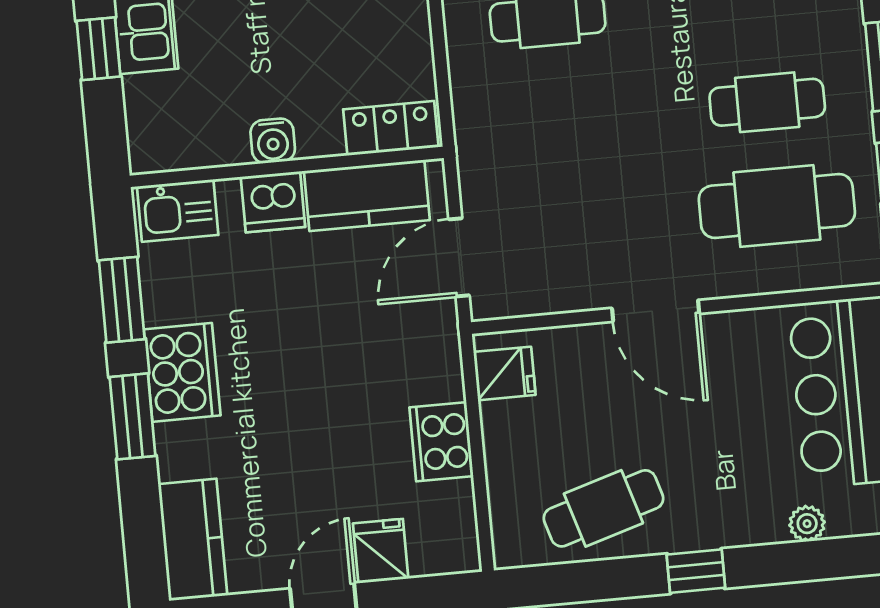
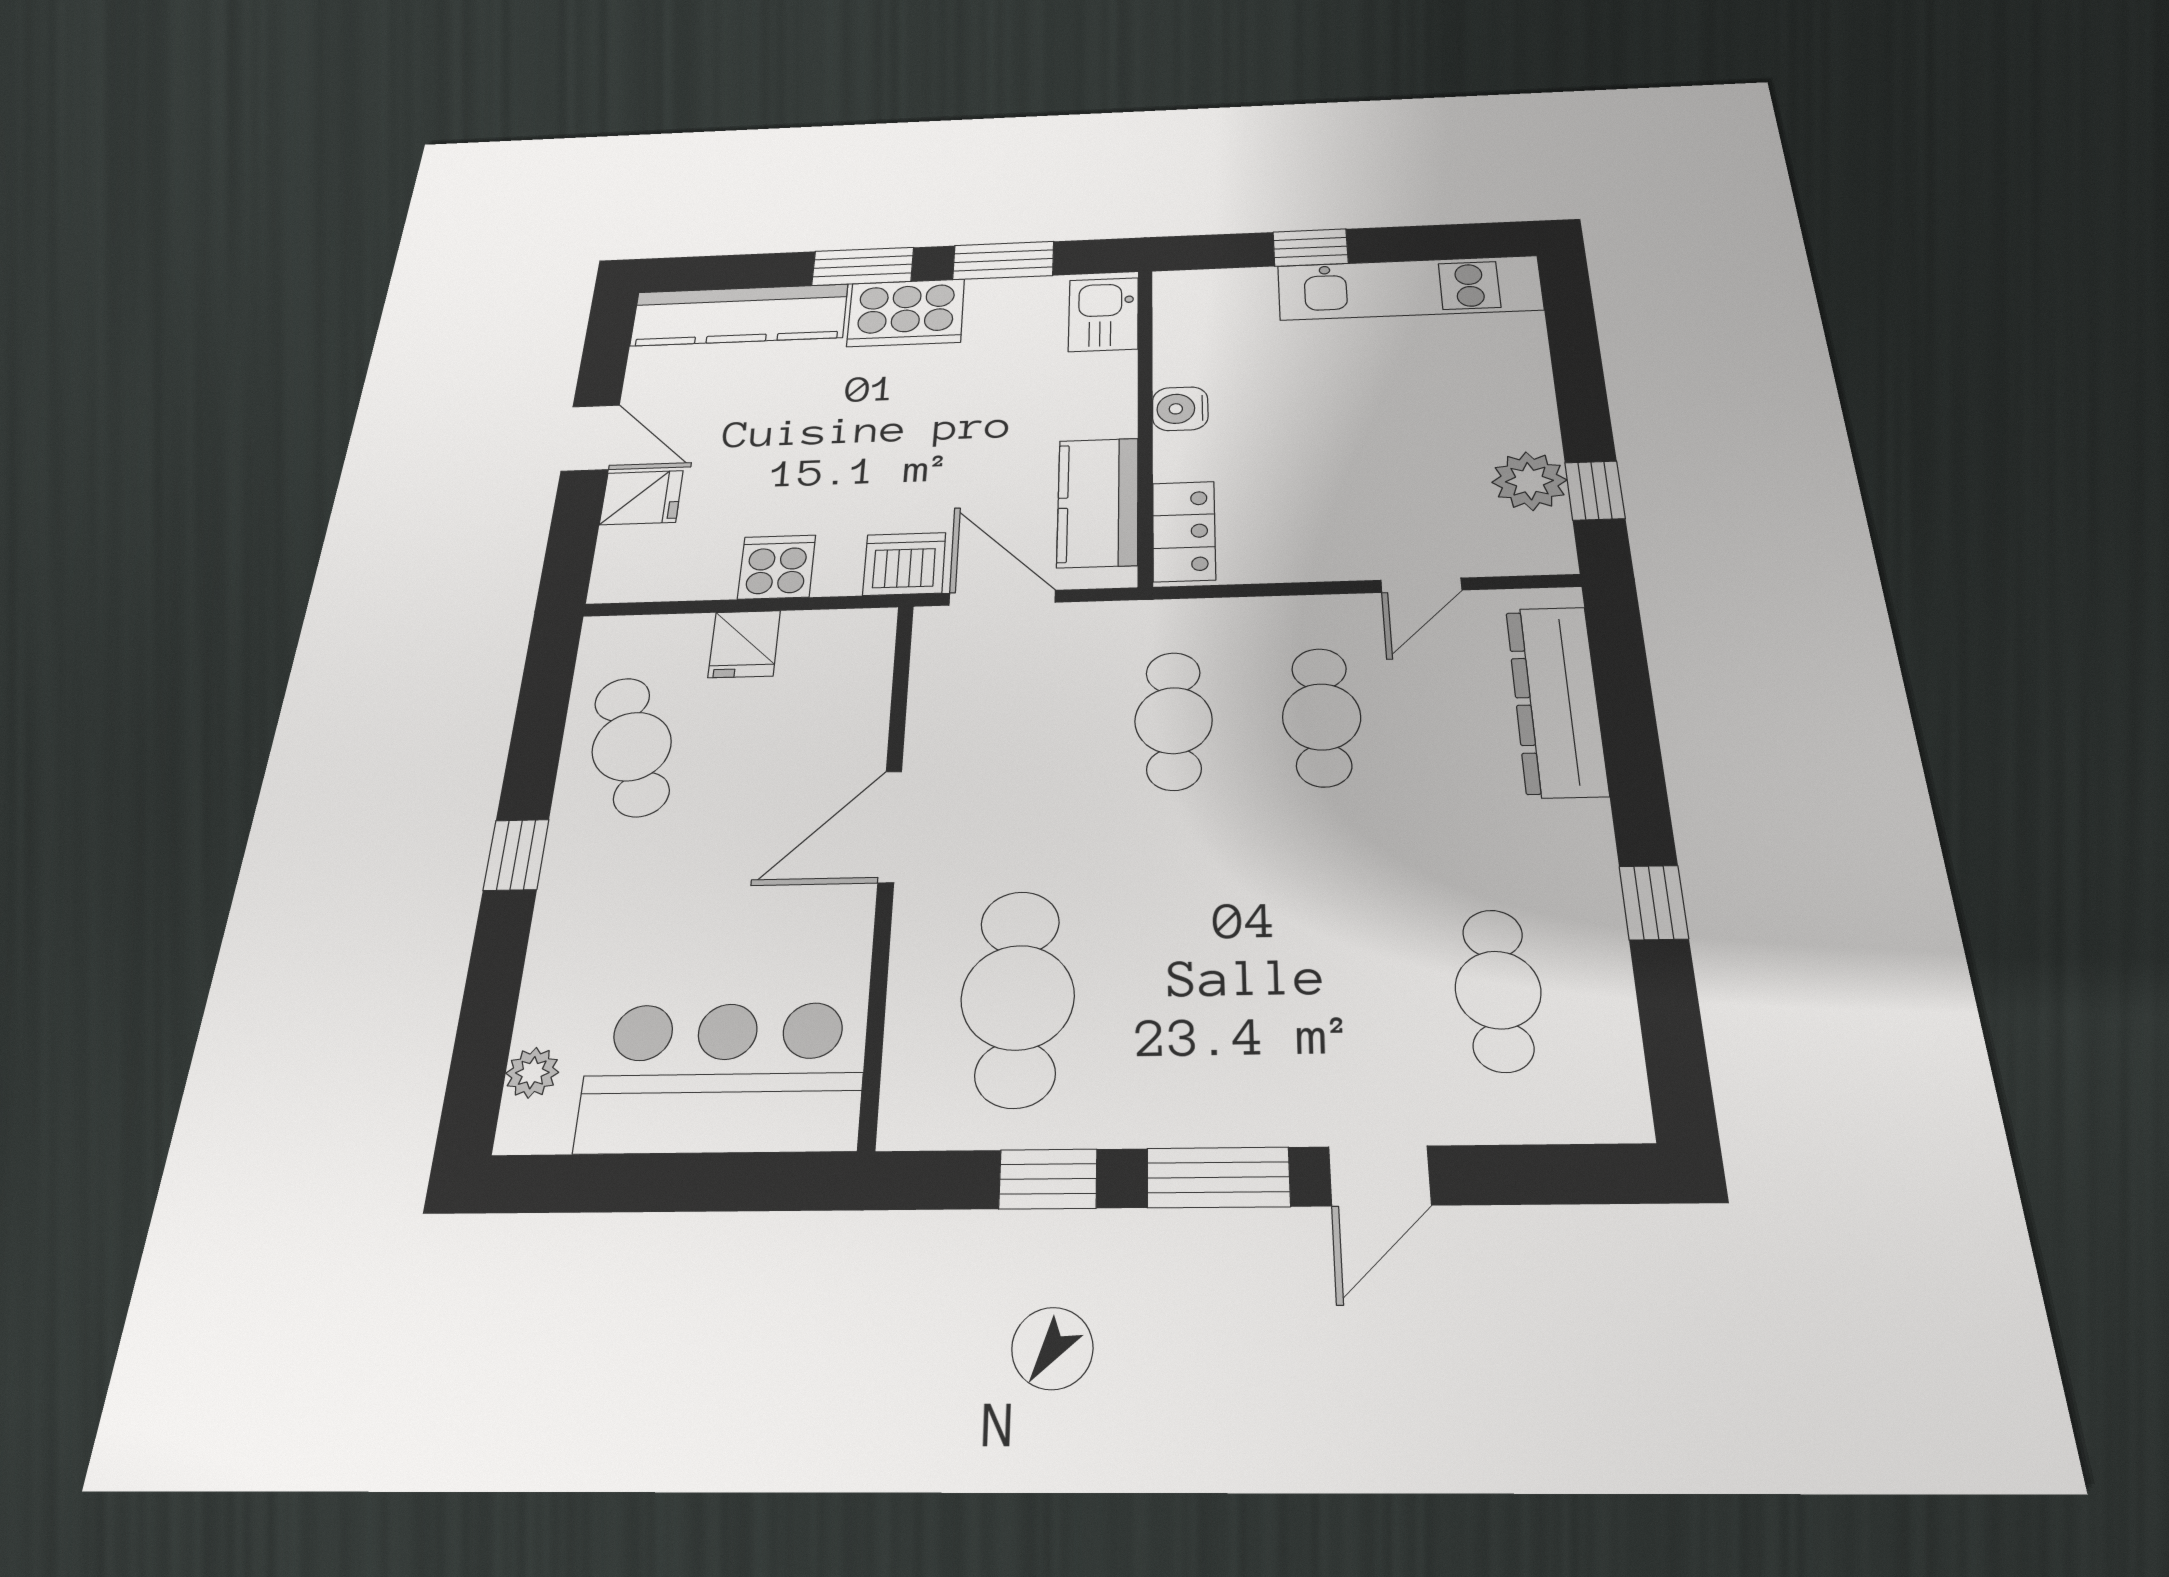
cafe table: (767, 102) -> (1174, 721), moved
dishwasher: (273, 202) -> (904, 564), moved, turned 90
fridge: (505, 373) -> (744, 644), moved
cooker: (441, 442) -> (777, 567), width x0.73
plant: (807, 524) -> (532, 1073), moved
kitchen counter: (193, 540) -> (739, 315), width x1.50

